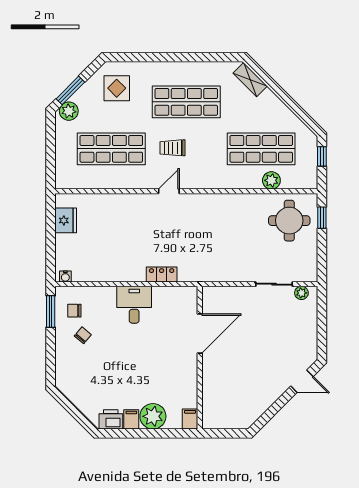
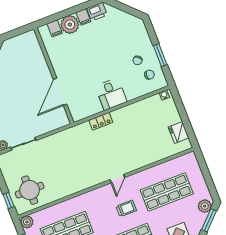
plant: (271, 180) -> (27, 222), moved
window: (51, 312) -> (160, 55), moved
filing cabinet: (190, 419) -> (55, 28), moved

